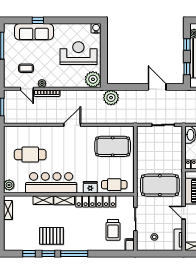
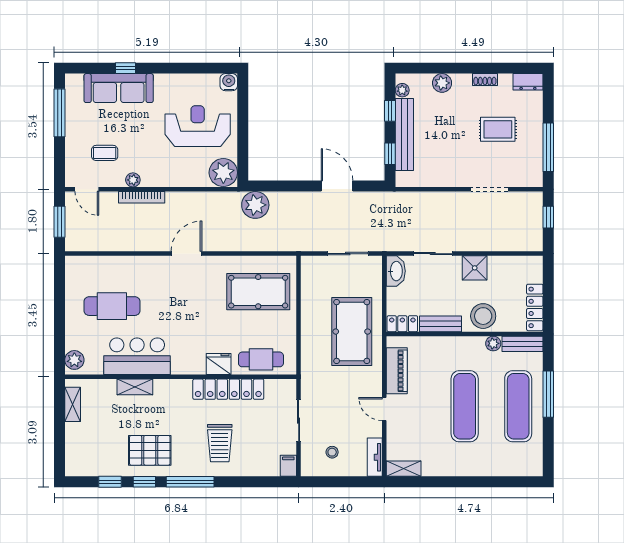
door: (27, 89) -> (87, 189), moved
bar counter: (51, 183) -> (137, 356), width x0.73
pool table: (160, 185) -> (352, 332), moved, turned 90
shelving: (64, 200) -> (172, 387), removed
trolley: (113, 230) -> (220, 443), moved

